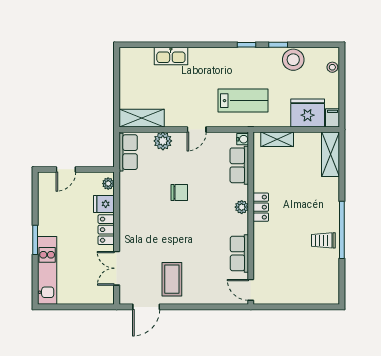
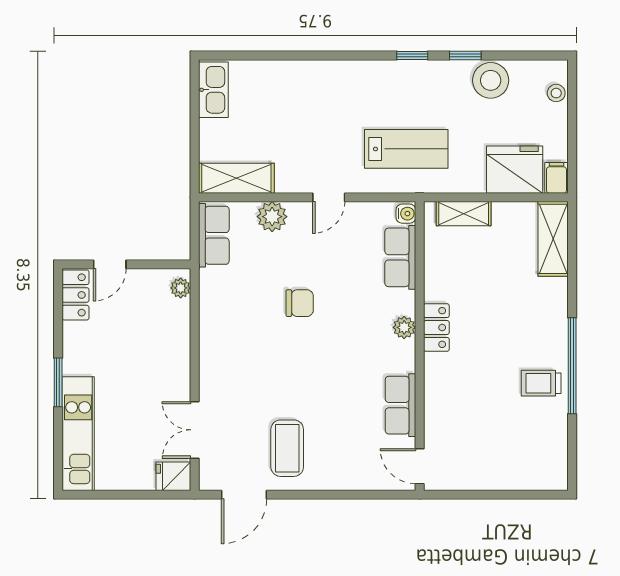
kitchen sink: (171, 56) -> (213, 90), moved, turned -90
fridge: (104, 204) -> (173, 476), moved
locker: (106, 230) -> (75, 295), moved, turned 180

